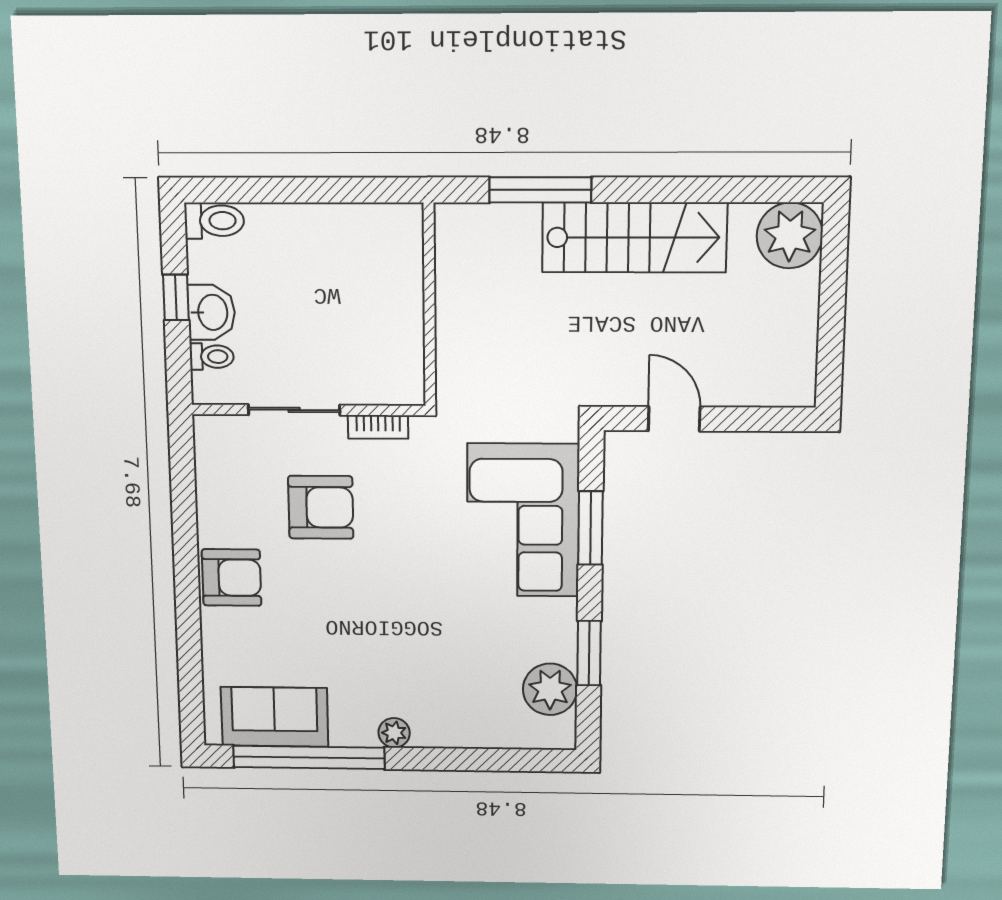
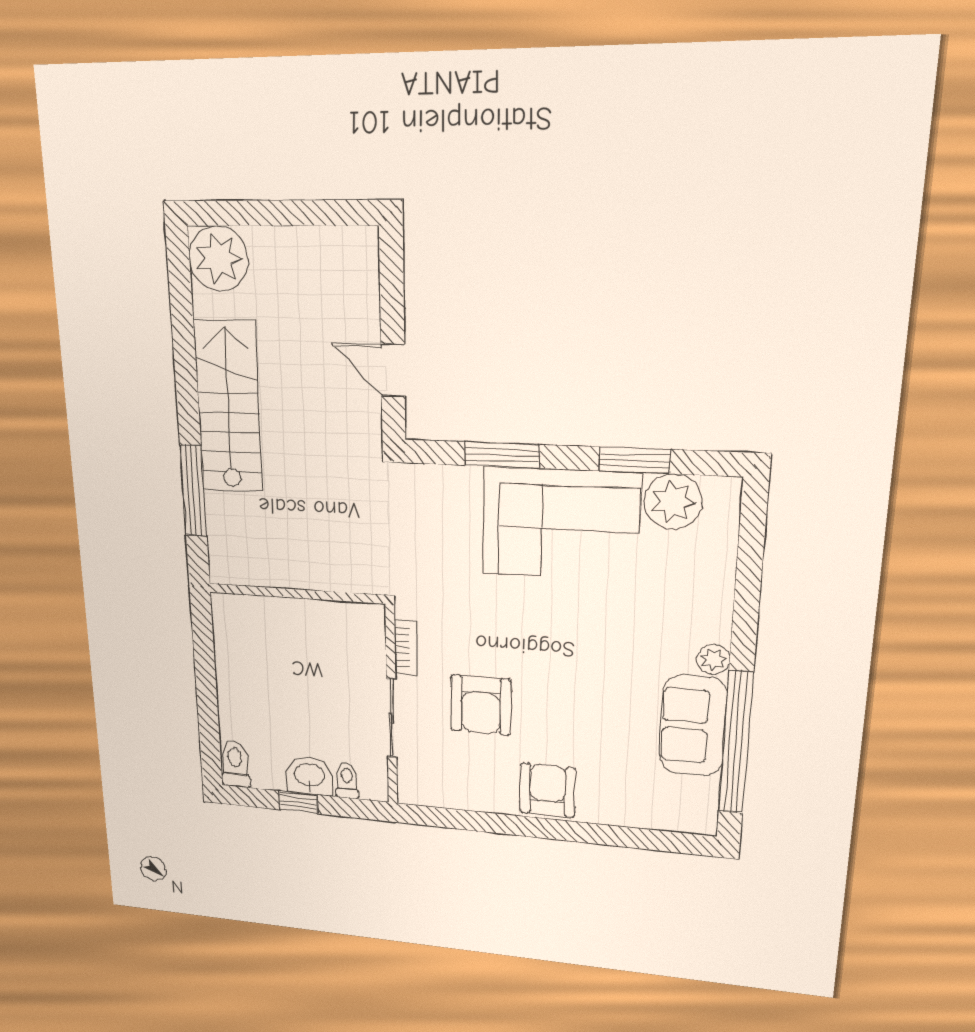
door: (674, 419) -> (393, 370), hinge flipped
armchair: (321, 507) -> (481, 705), turned 180
corner sofa: (523, 520) -> (561, 524), moved
sofa: (275, 717) -> (693, 726), moved

